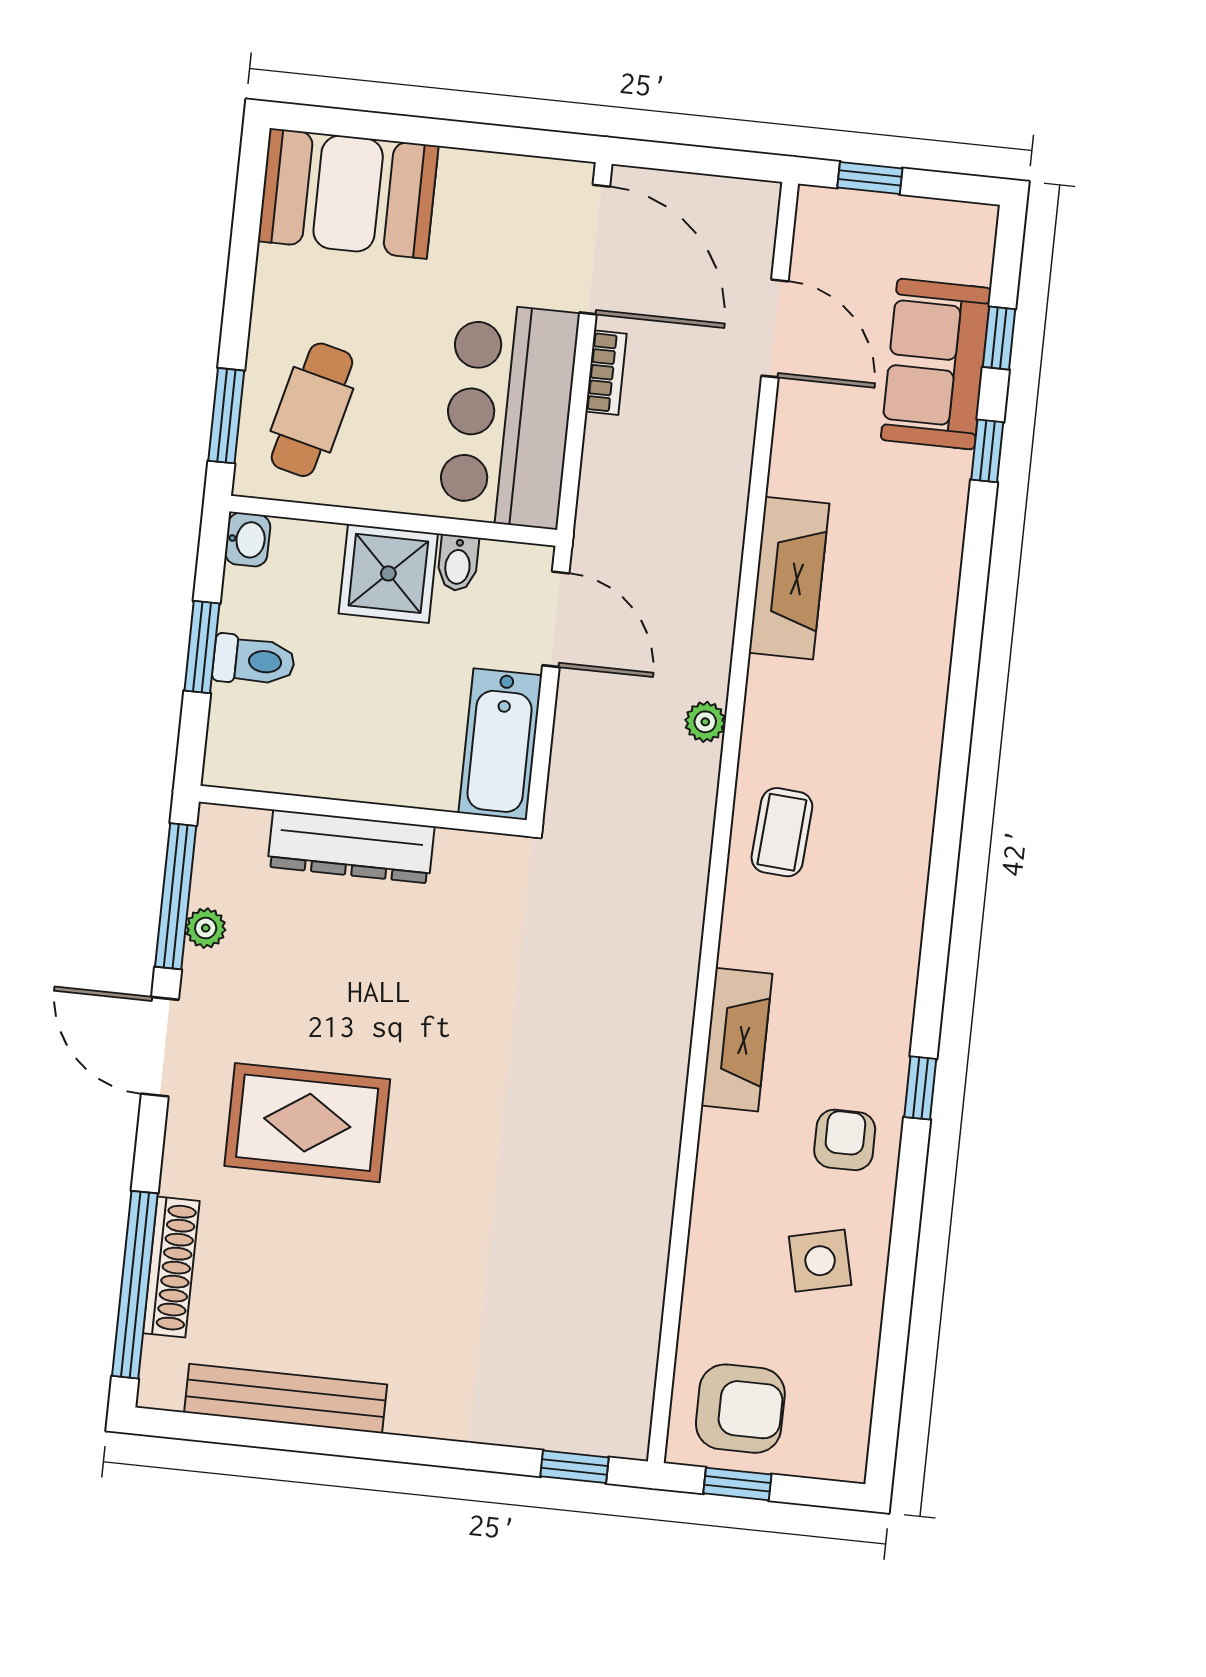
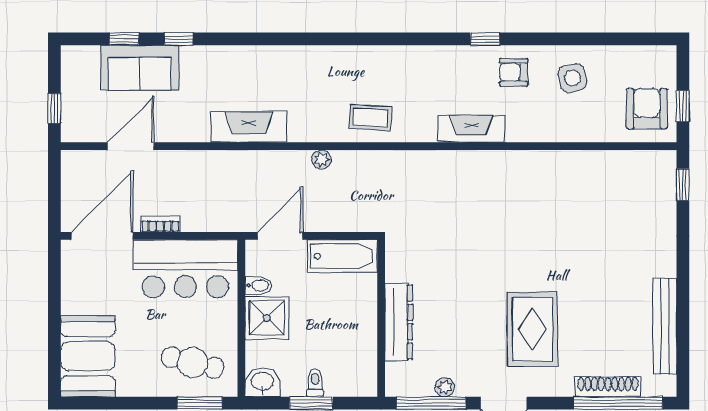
washbasin: (248, 540) -> (262, 382), width x1.38, depth x1.45
toilet: (254, 661) -> (315, 383), width x0.73, depth x0.72

